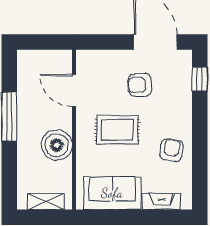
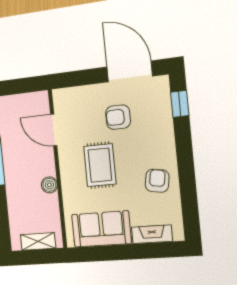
rug: (117, 130) -> (100, 165), turned 90
boiler: (57, 145) -> (49, 185), width x0.54, depth x0.54

